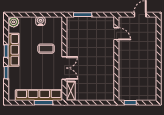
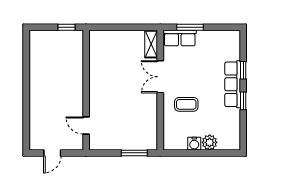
plant: (14, 22) -> (210, 142), moved
row of seats: (14, 50) -> (233, 84), moved
row of seats: (39, 95) -> (180, 38), width x0.50

